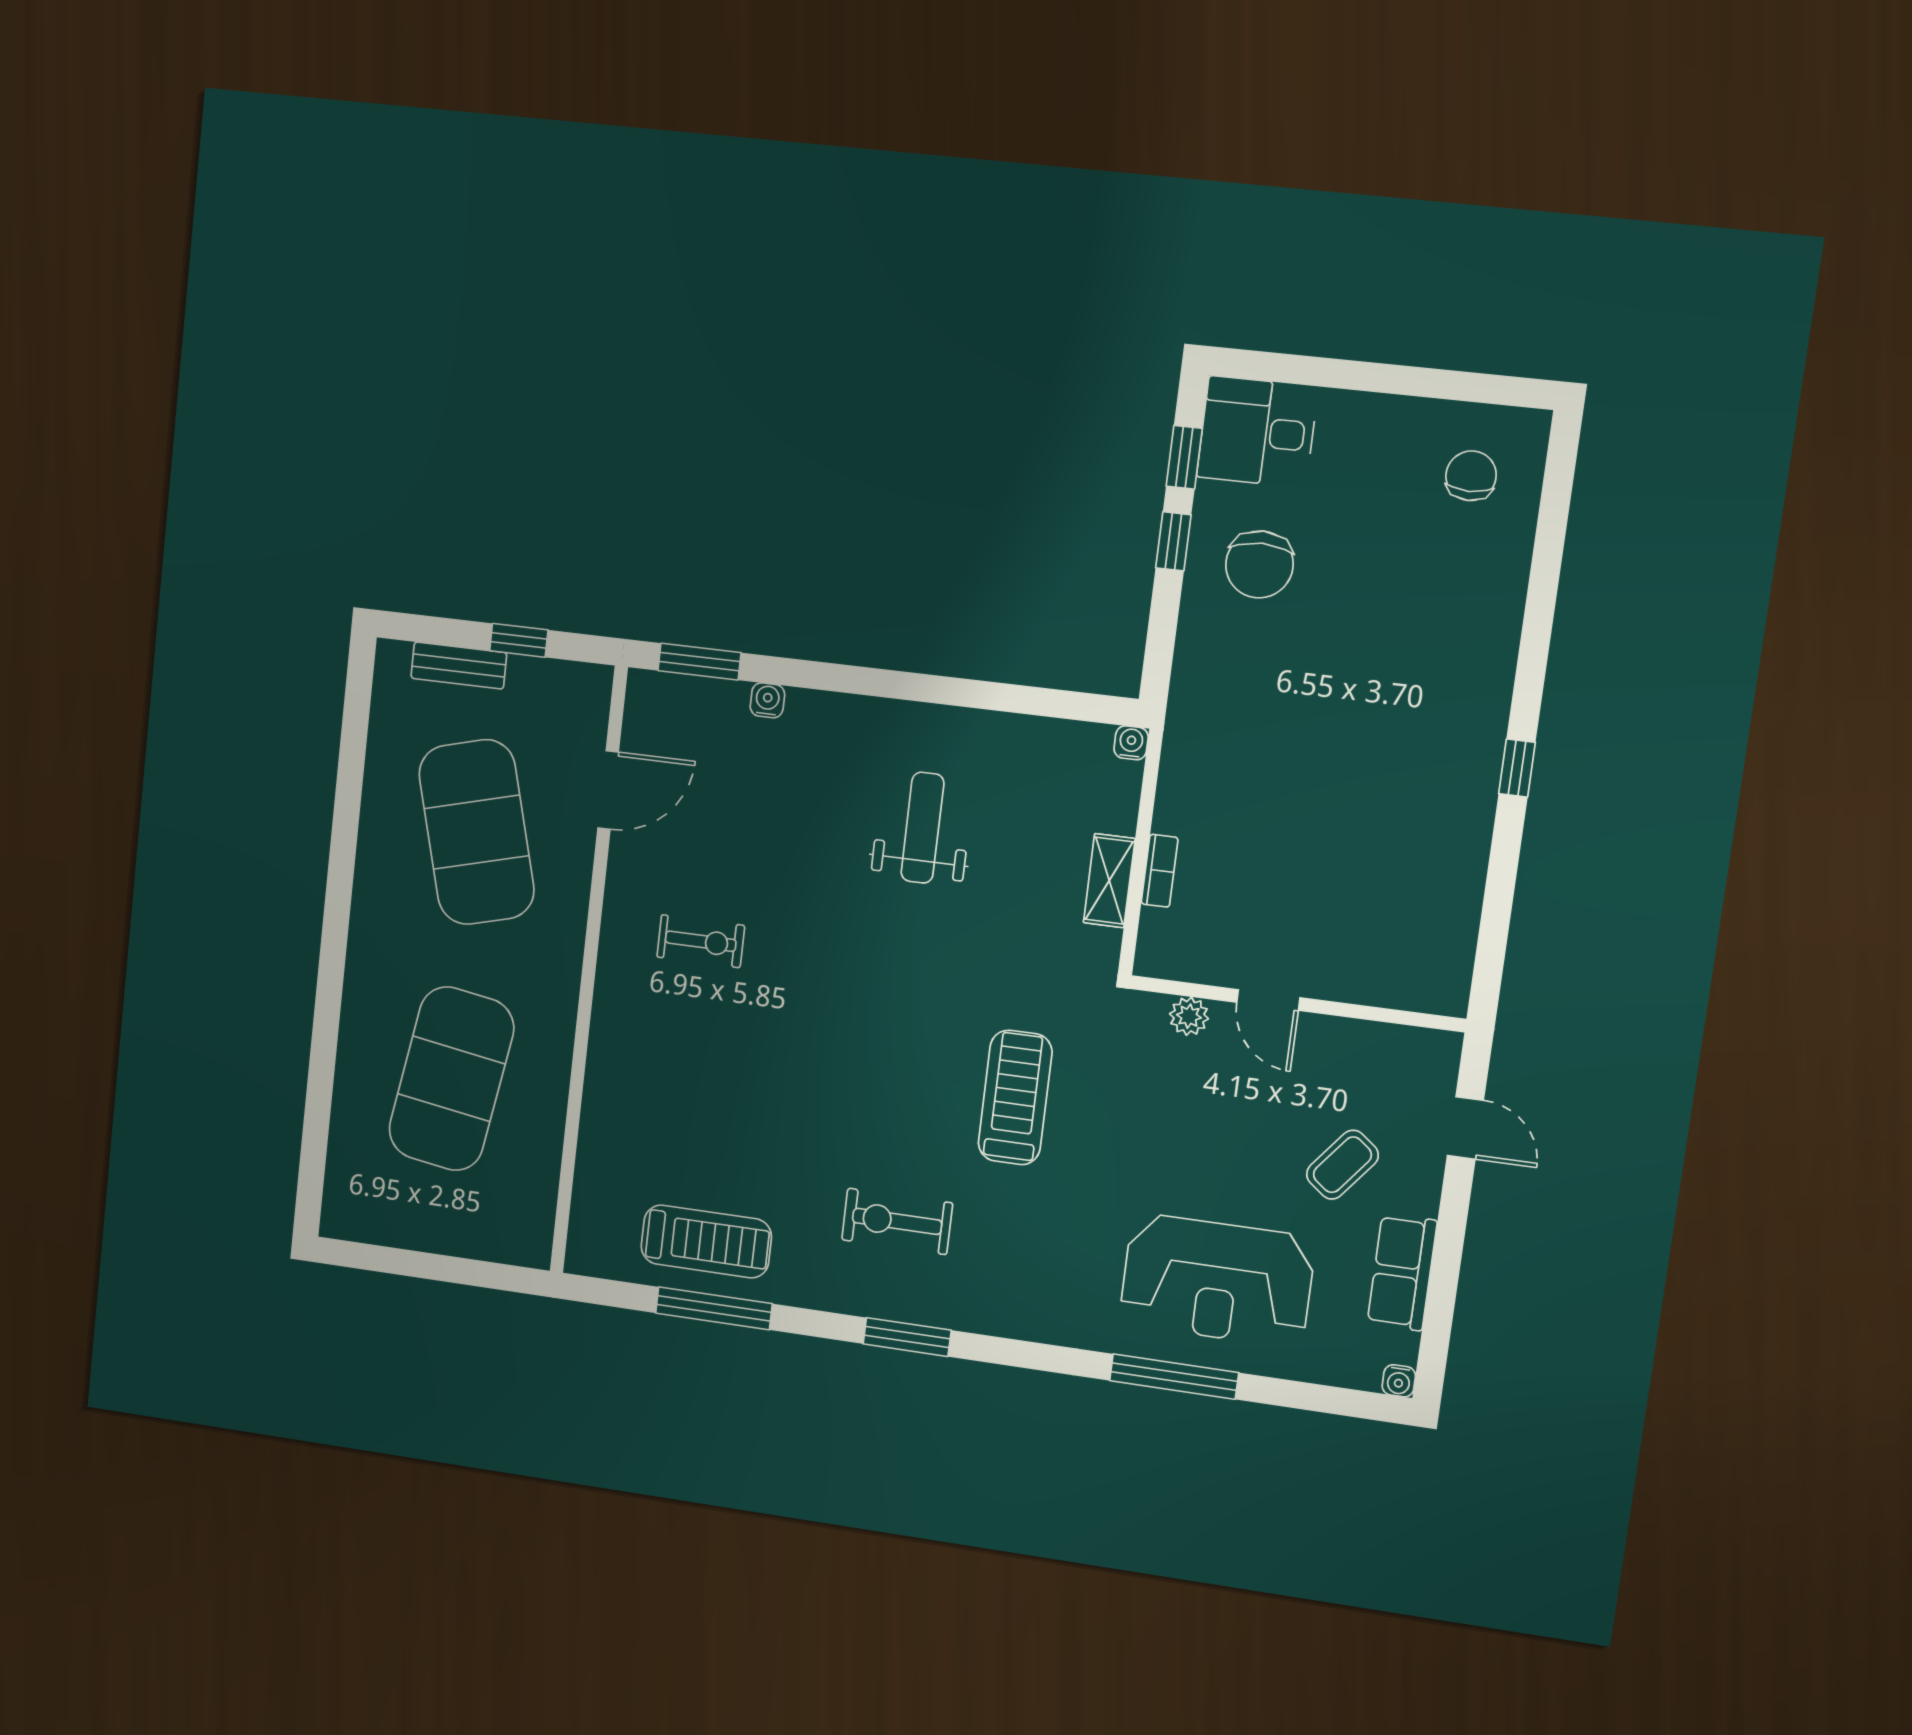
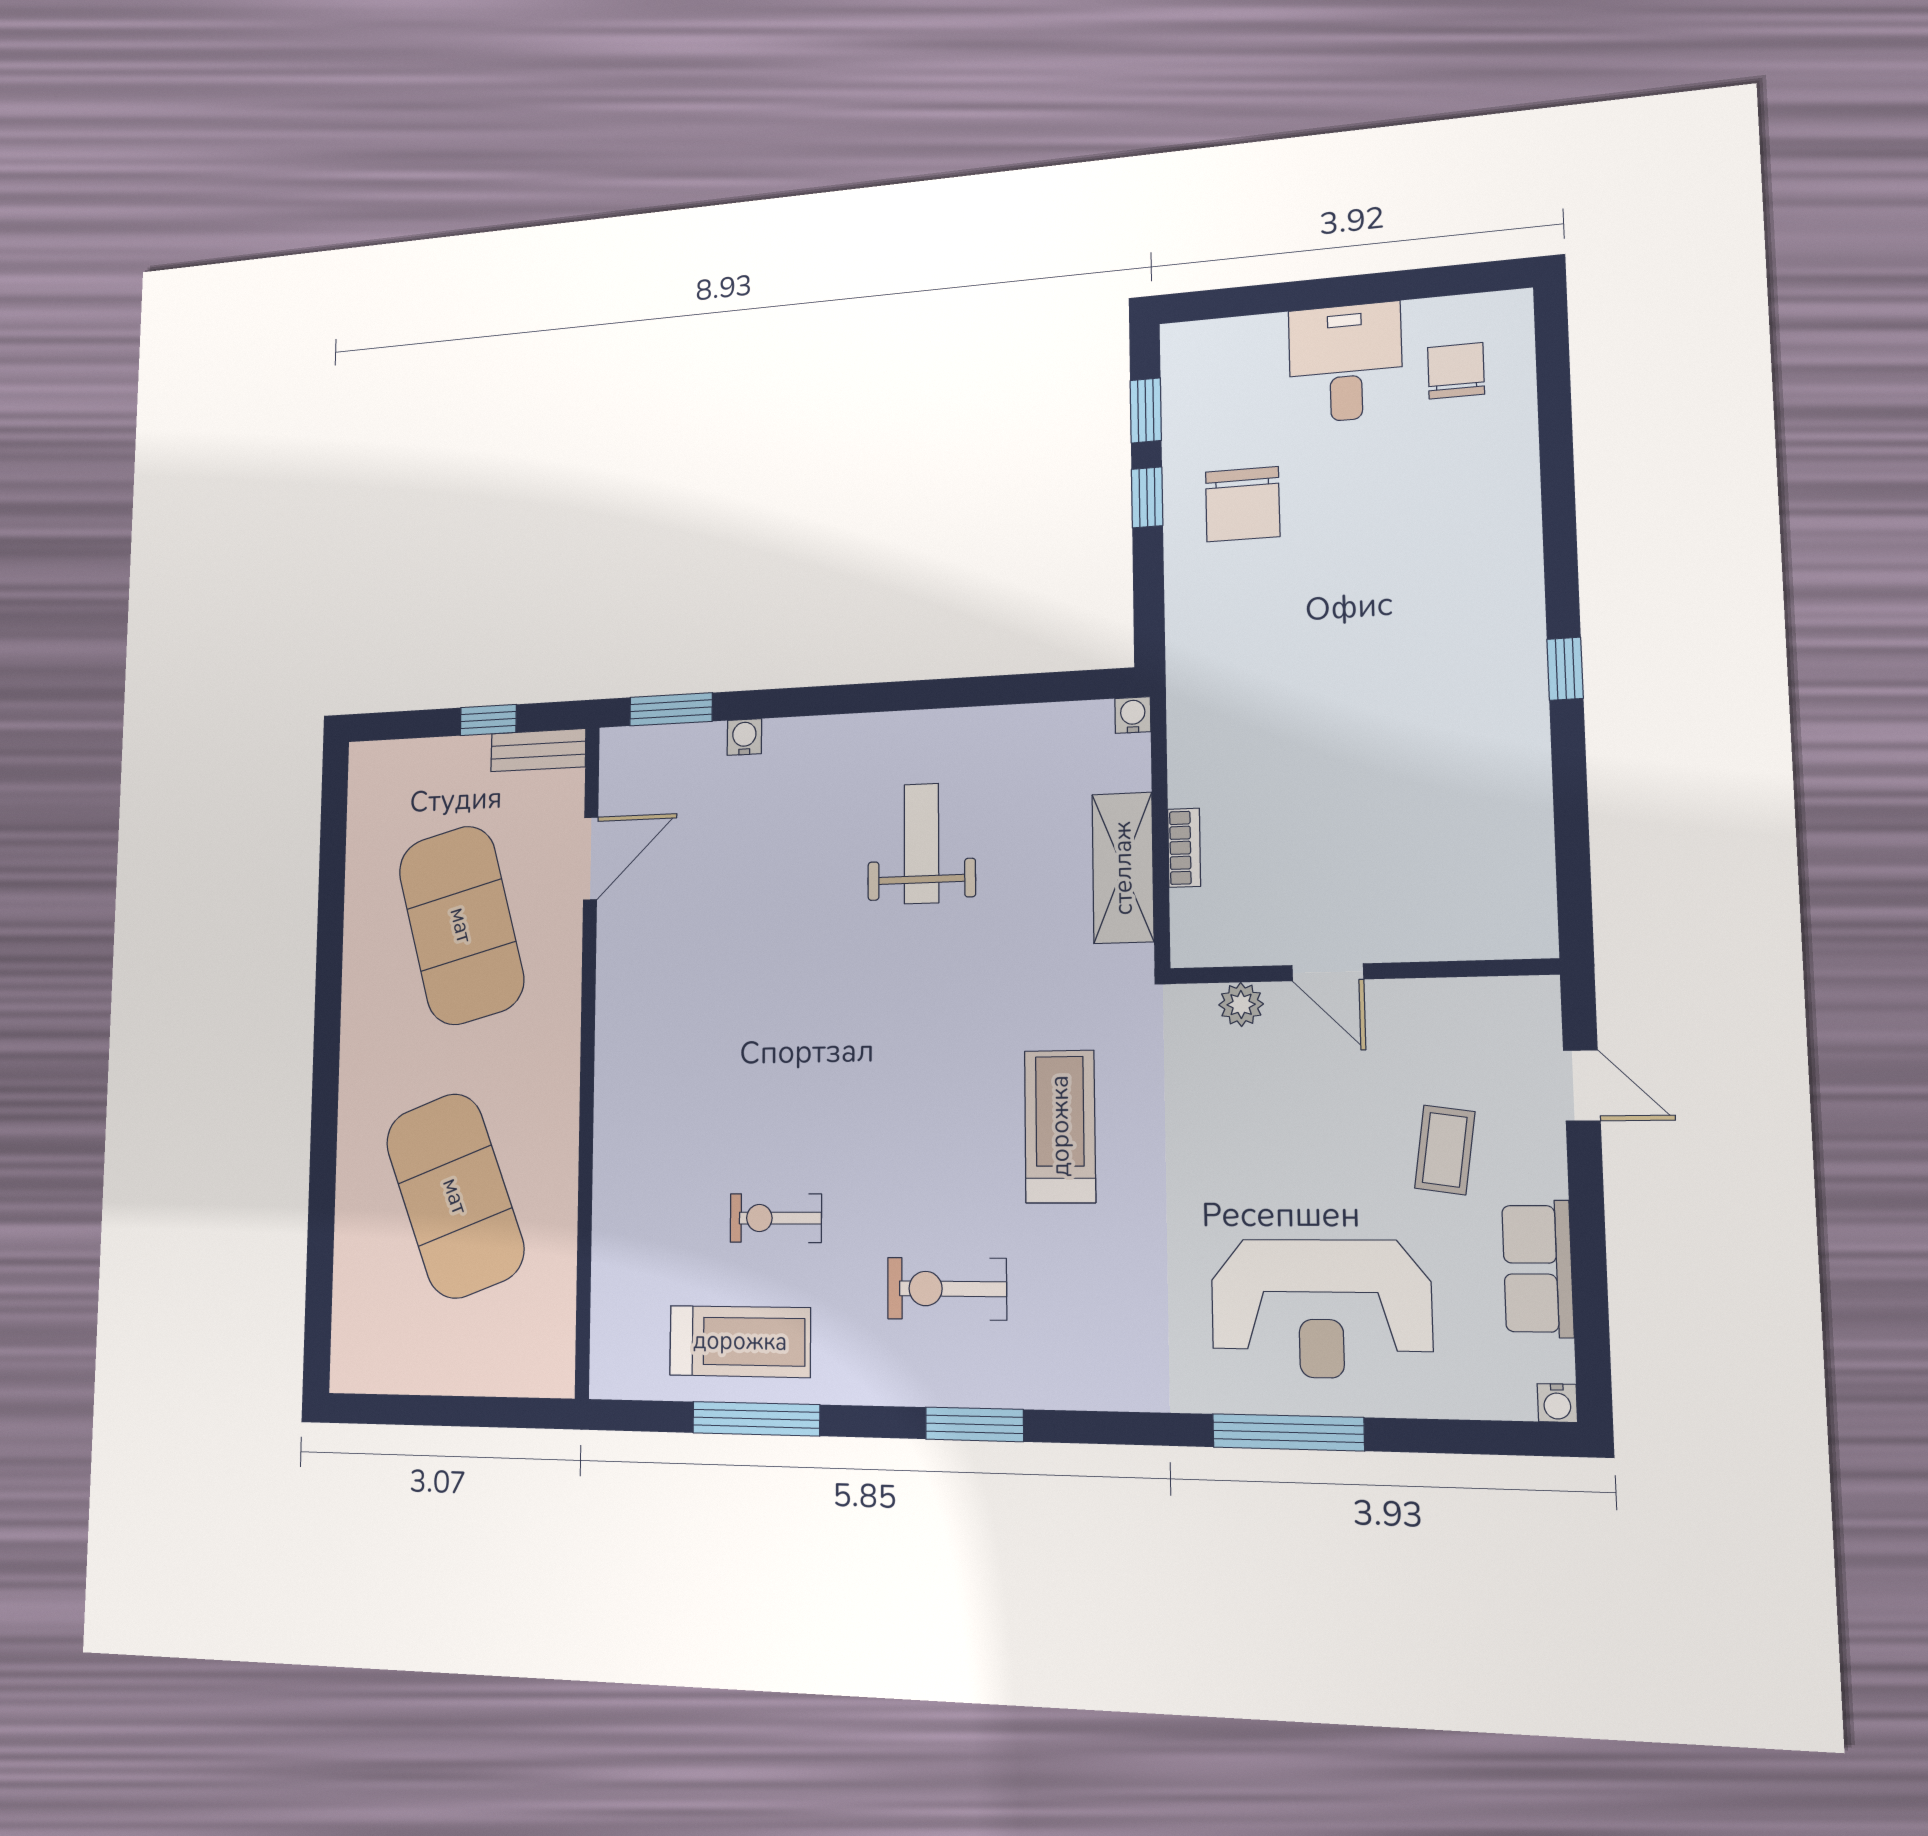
desk: (1257, 432) -> (1345, 363), moved, turned 90
bench: (459, 665) -> (538, 750), moved
shelving: (1109, 881) -> (1123, 868), width x1.50, depth x1.33
exercise bike: (701, 941) -> (776, 1218), moved, turned 180
exercise mat: (451, 1079) -> (455, 1196), turned -30
coffee table: (1342, 1165) -> (1445, 1150), turned -30

